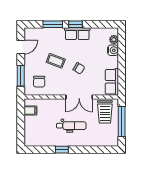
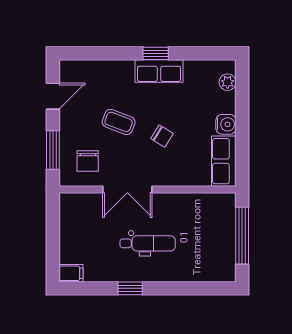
window: (53, 24) -> (113, 53), removed
water cooler: (113, 50) -> (226, 124), moved
double door: (79, 97) -> (127, 190), moved
filing cabinet: (30, 111) -> (71, 273), moved
trolley: (105, 112) -> (211, 218), removed

